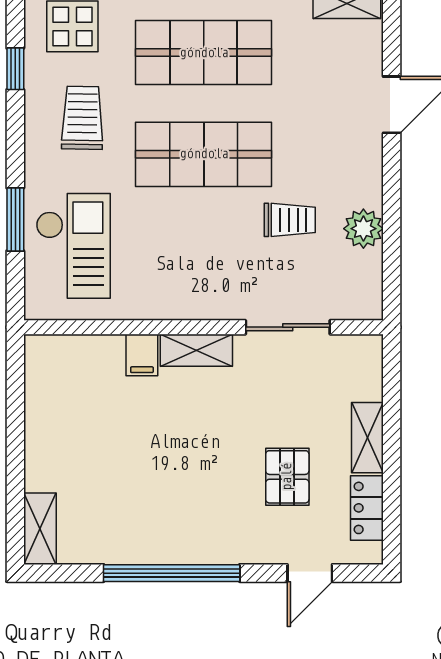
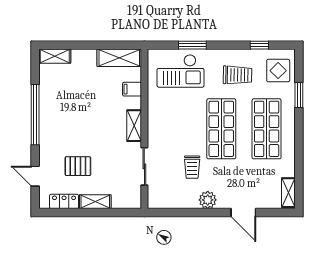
plant: (363, 229) -> (208, 200), moved
filing cabinet: (142, 355) -> (132, 89), moved
shelving: (44, 384) -> (119, 58), added

